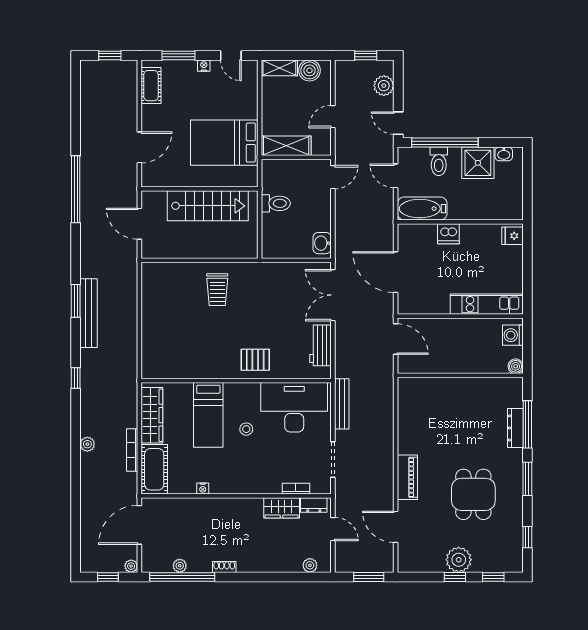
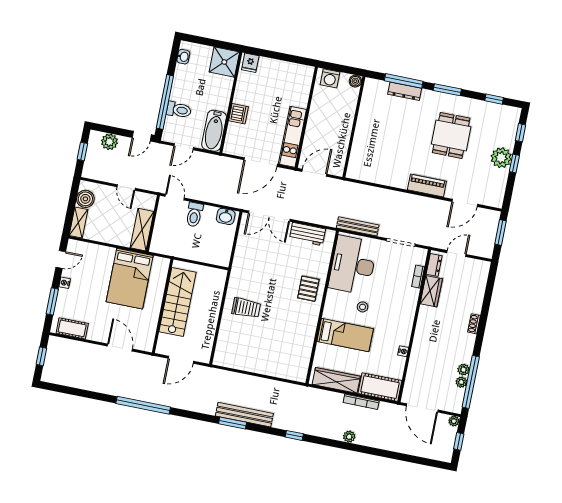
shower: (478, 163) -> (224, 62), moved
toilet: (276, 203) -> (194, 215), moved, turned 180
kitchen unit: (487, 304) -> (292, 137), moved
dining table: (473, 494) -> (451, 135), turned 90
plant: (310, 565) -> (463, 370), moved
shoe rack: (224, 567) -> (474, 324), moved

